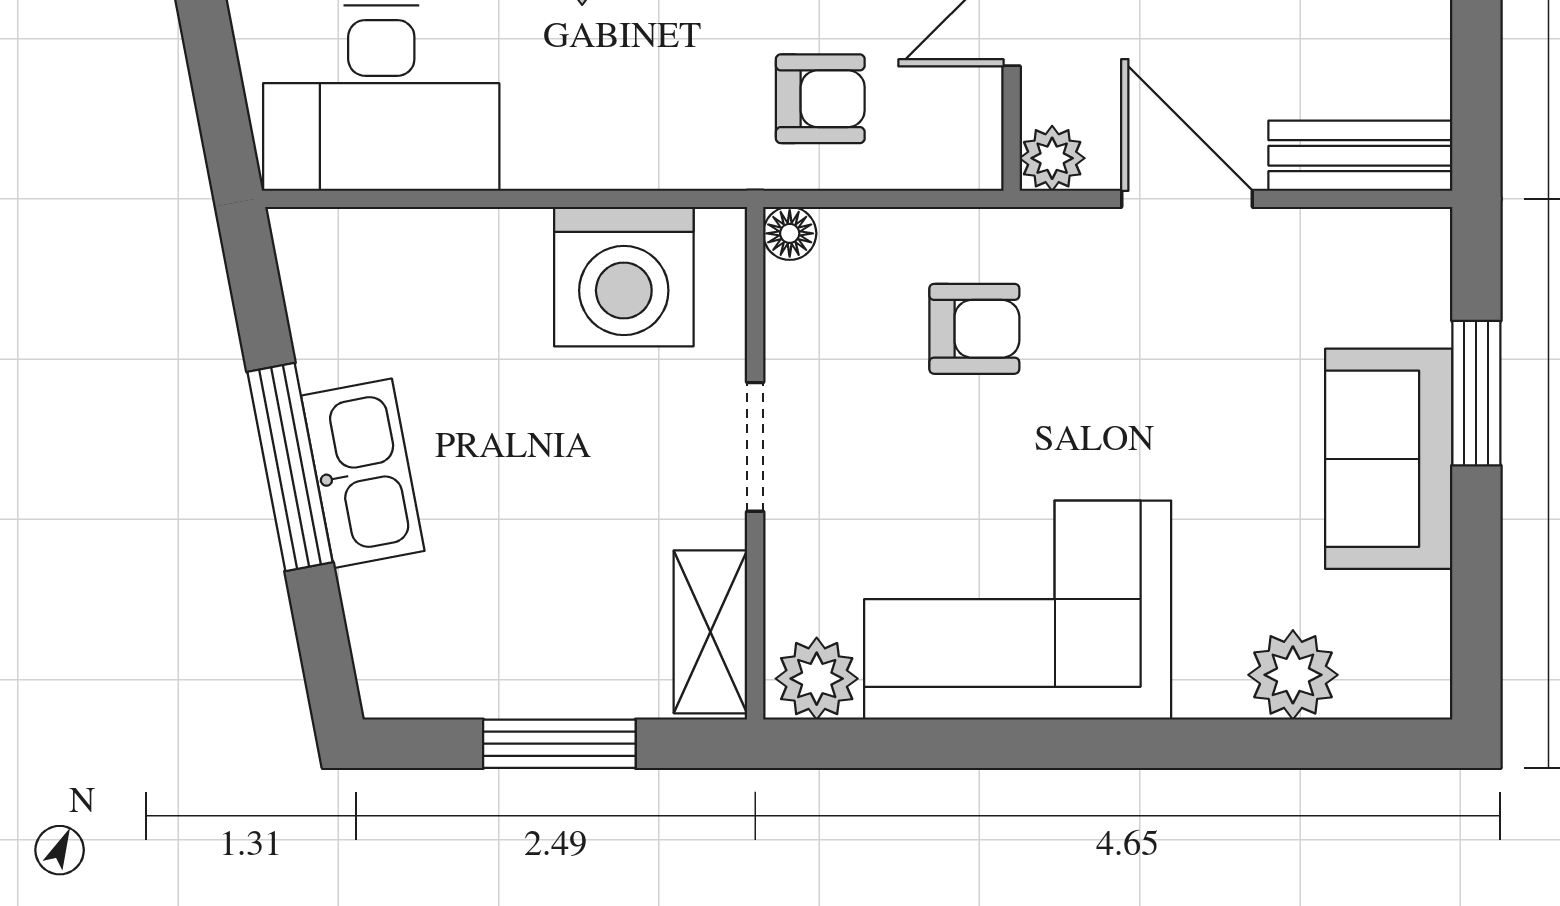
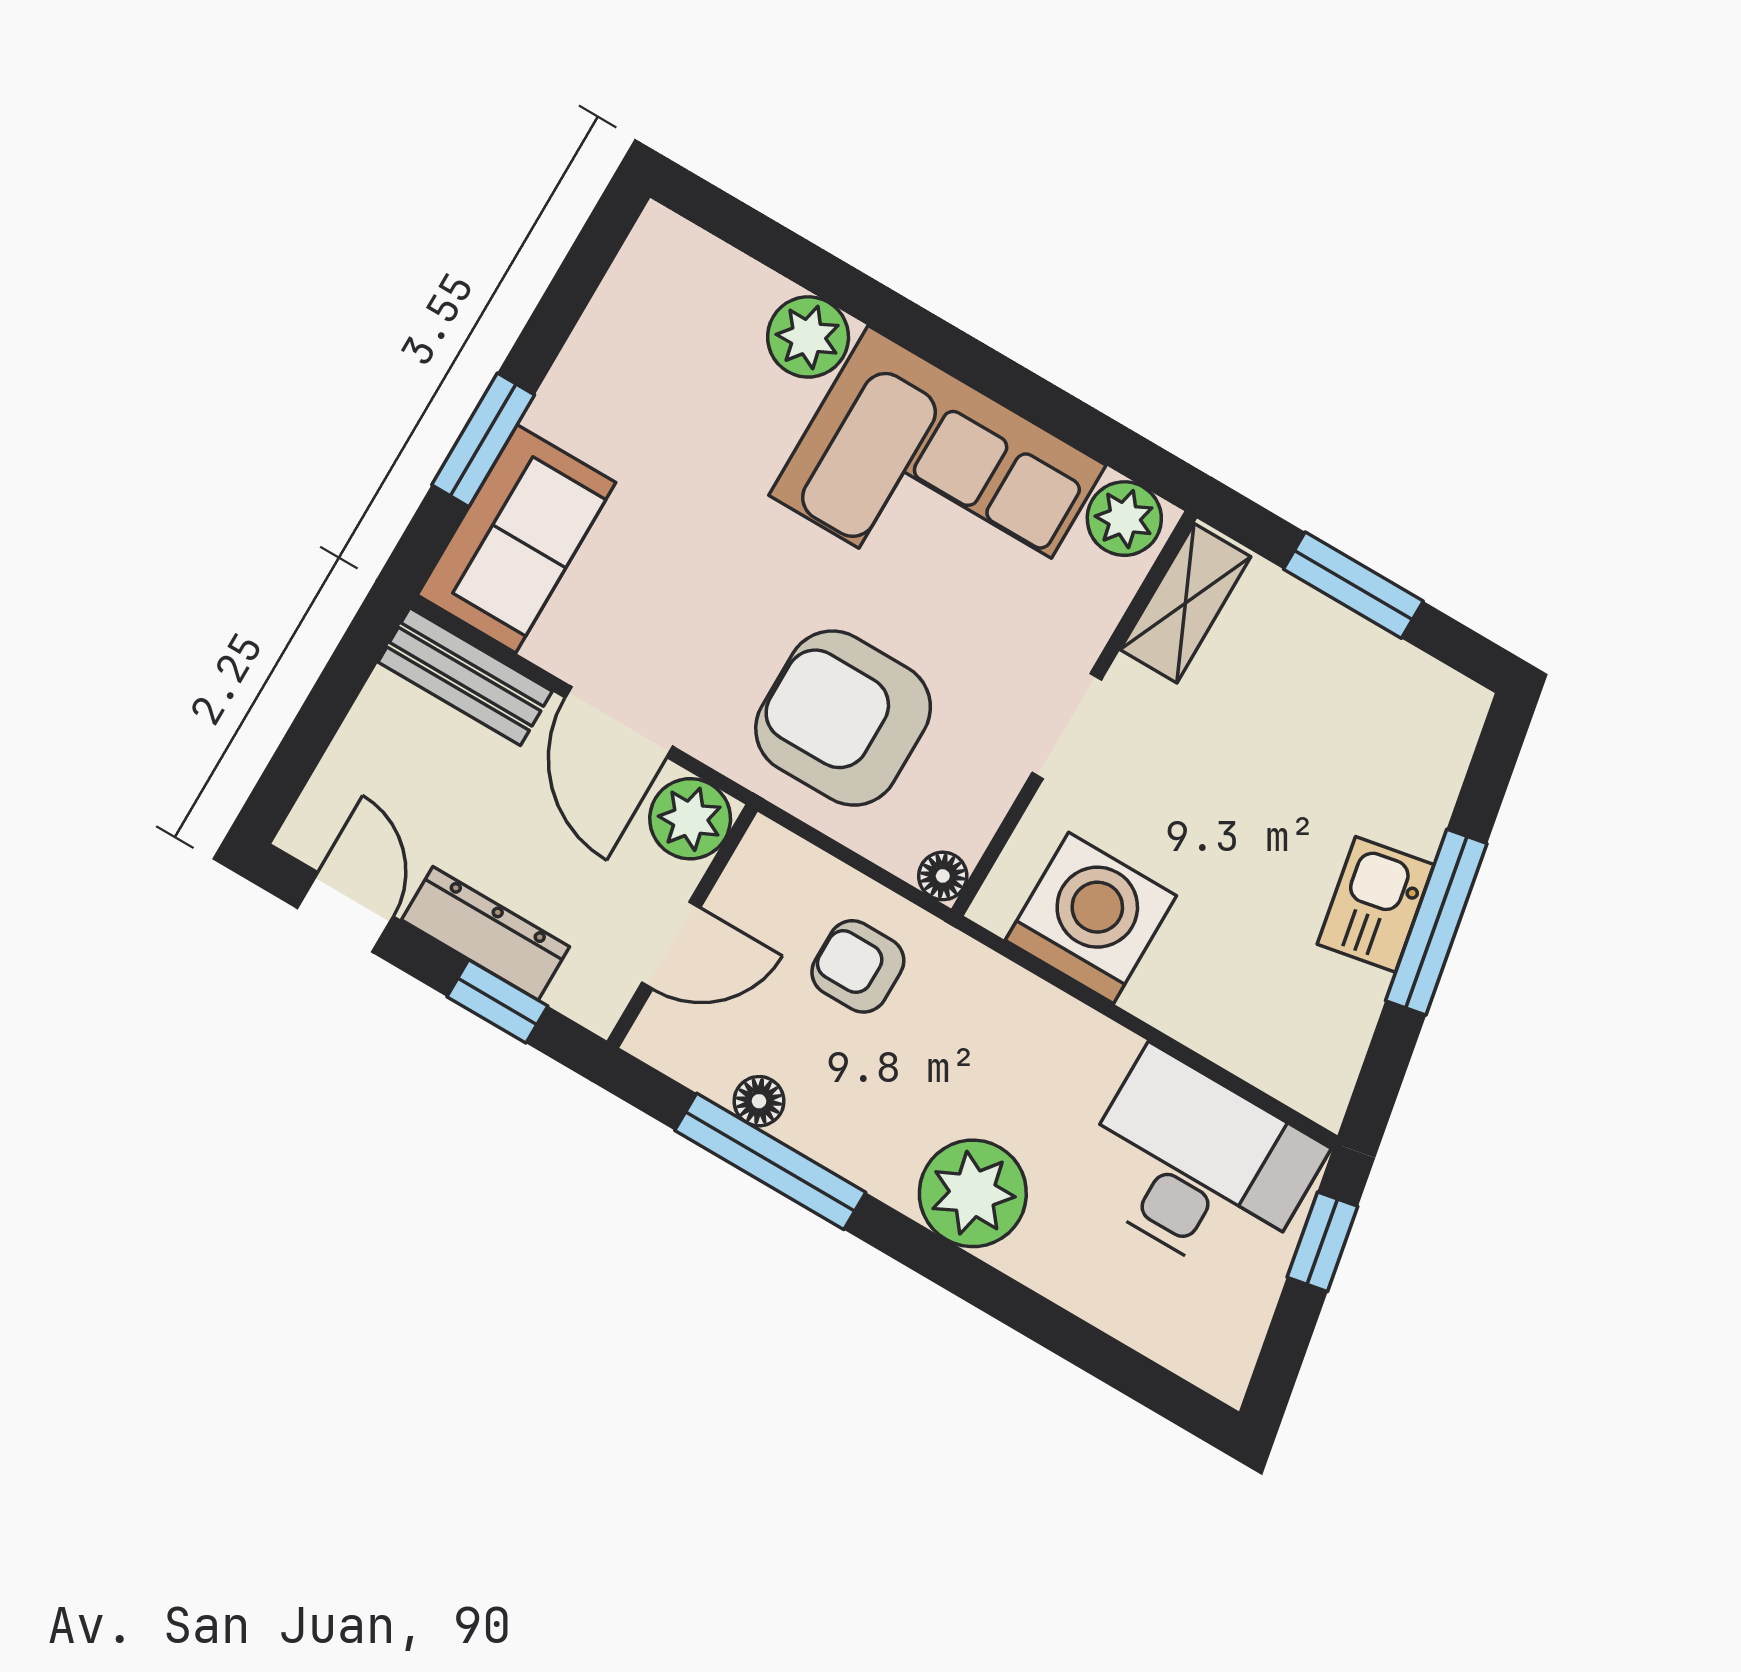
window: (219, 96) -> (1322, 1242), added
plant: (1052, 158) -> (690, 819), width x1.38, depth x1.38
armchair: (974, 329) -> (843, 718), width x1.88, depth x1.88
sofa: (1389, 459) -> (516, 539), moved
kitchen sink: (363, 473) -> (1376, 904), width x0.73
plant: (1293, 675) -> (808, 337), moved

